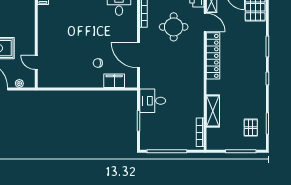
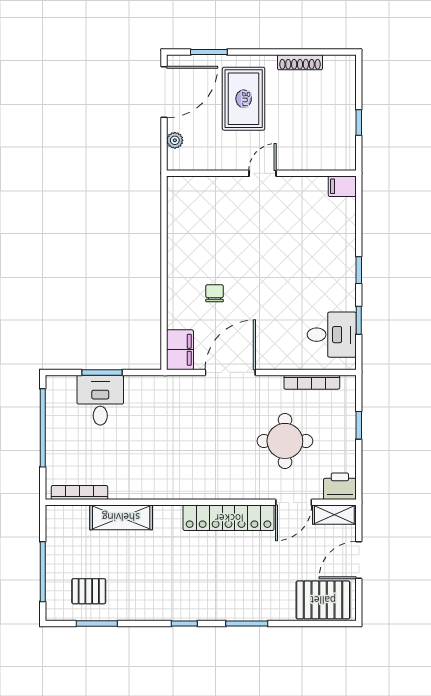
door: (36, 62) -> (263, 173), moved
filing cabinet: (114, 81) -> (180, 350), moved
desk: (153, 101) -> (100, 400), moved

